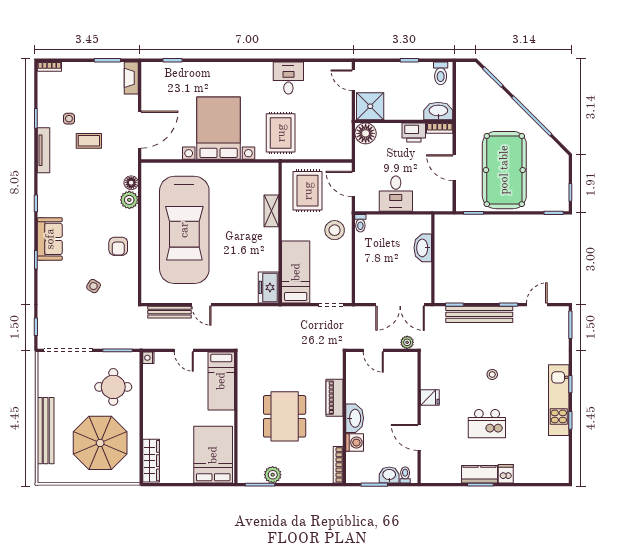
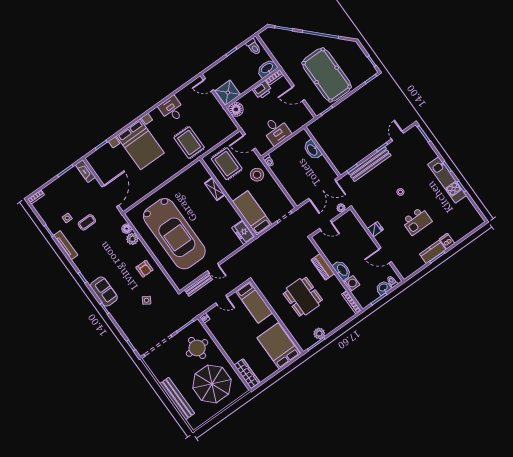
bed with nightstands: (219, 128) -> (140, 144), moved, turned 180

